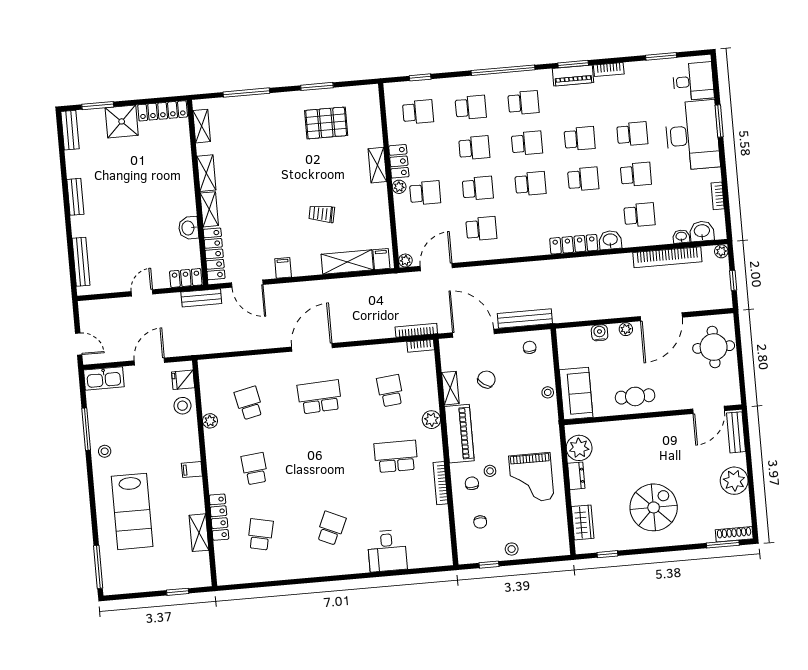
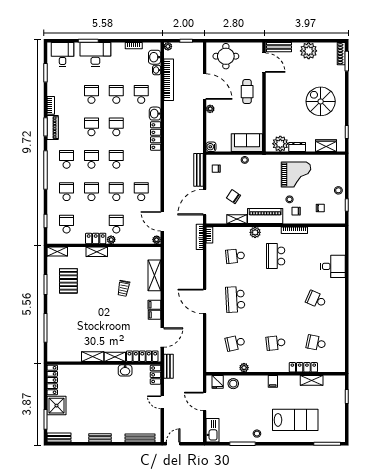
shelving: (202, 126) -> (57, 252), moved
desk: (692, 135) -> (95, 54), width x0.73, depth x0.77
filing cabinet: (381, 259) -> (154, 305), moved
water cooler: (600, 333) -> (211, 147), moved
door: (79, 344) -> (173, 444), moved
cafe table: (635, 396) -> (247, 92), moved

